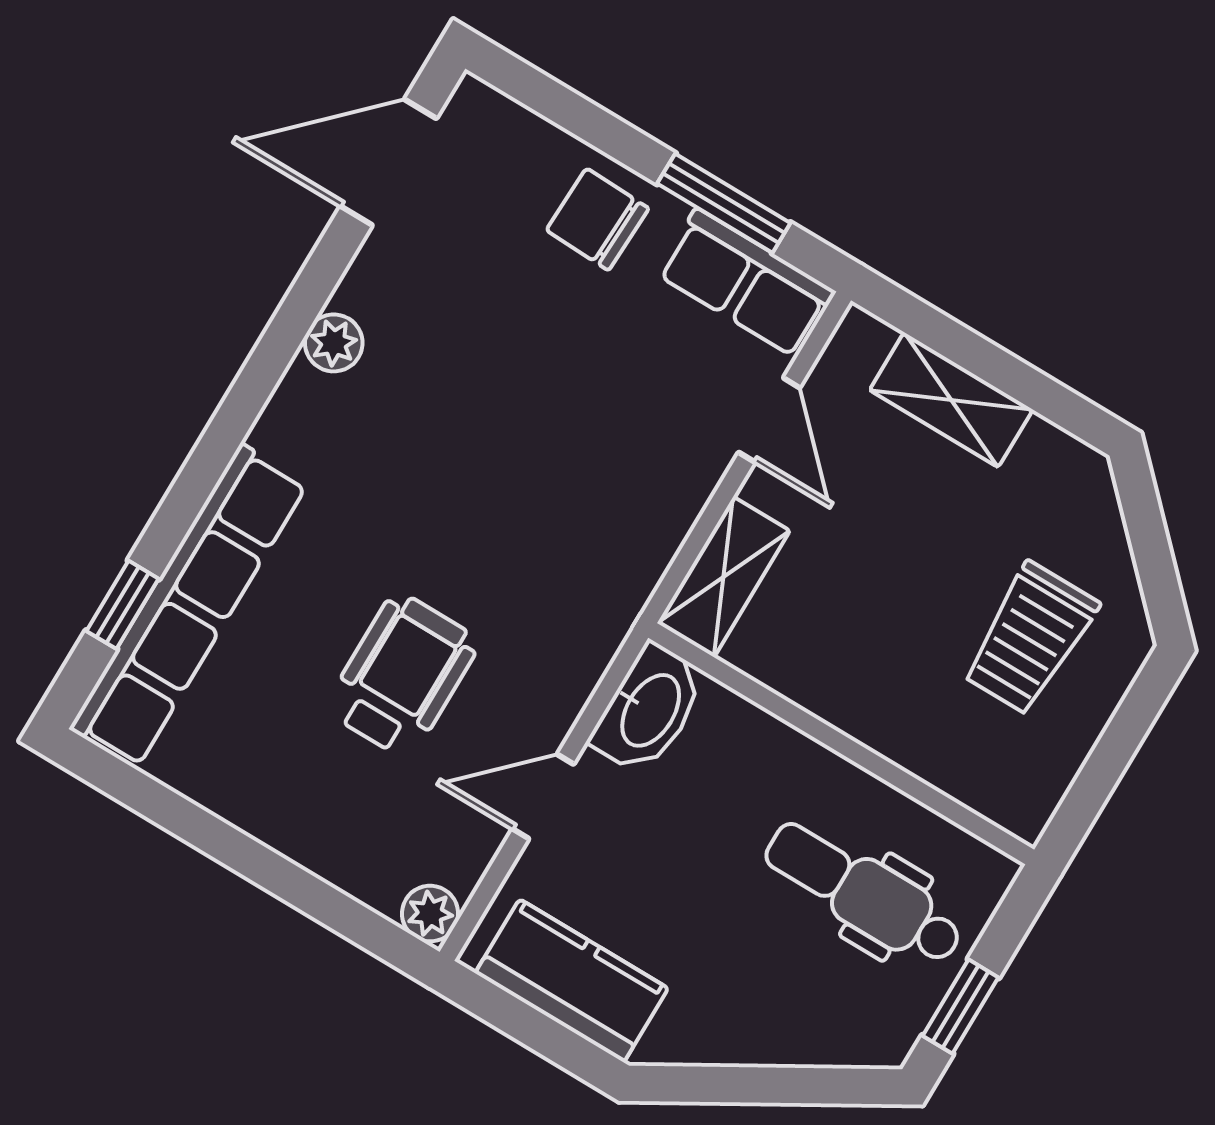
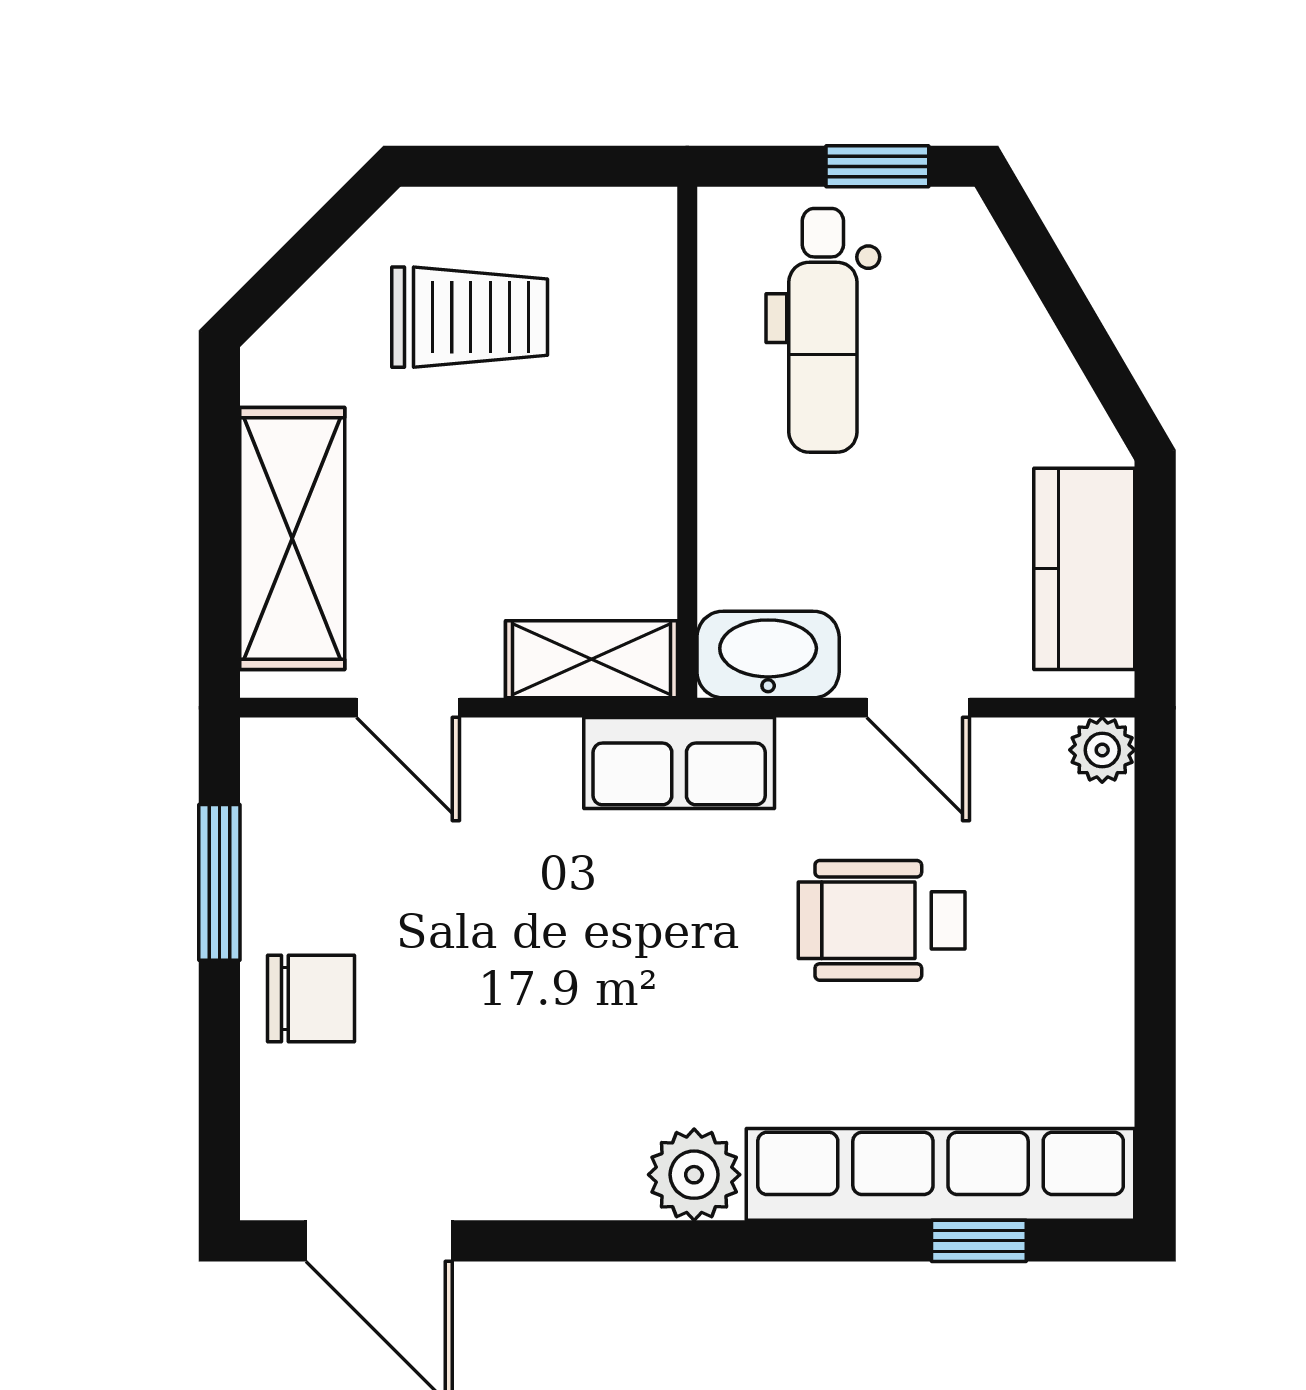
chair: (598, 219) -> (311, 999), turned -92
row of seats: (746, 283) -> (679, 763), moved, turned 90
plant: (334, 343) -> (694, 1175), moved, width x1.38, depth x1.38
shelving: (951, 400) -> (292, 538), width x1.50, depth x1.33
door: (769, 420) -> (408, 708), swing flipped

